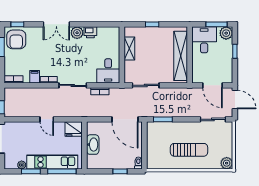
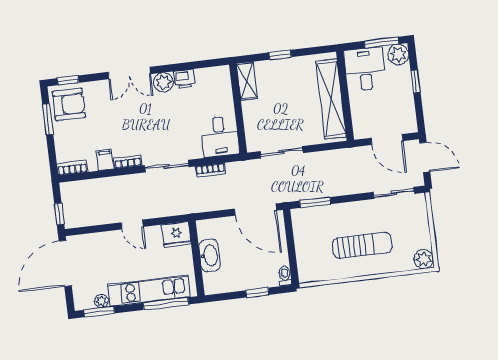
armchair: (16, 39) -> (69, 104), turned -90
shelving: (129, 48) -> (247, 81), moved
window: (31, 171) -> (99, 312), moved

